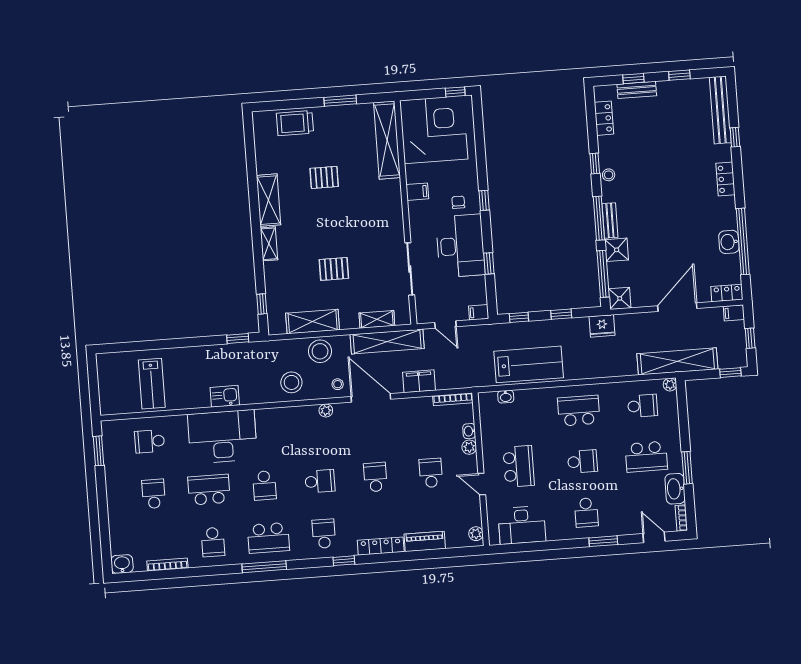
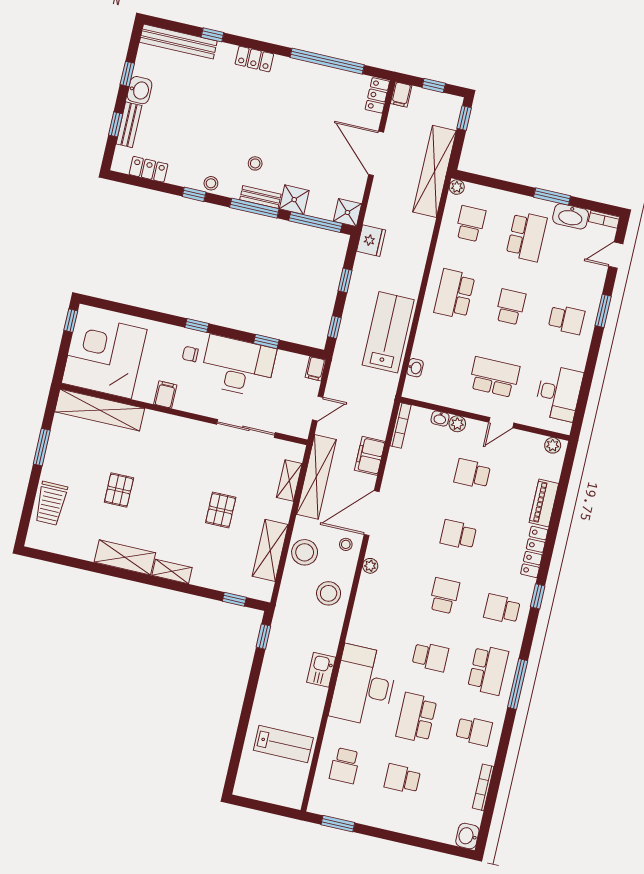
stool: (637, 207) -> (255, 163), added
washbasin: (729, 242) -> (140, 90), moved, turned -90

